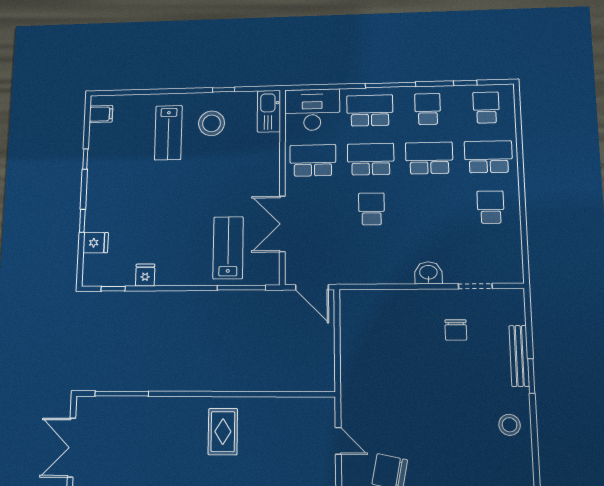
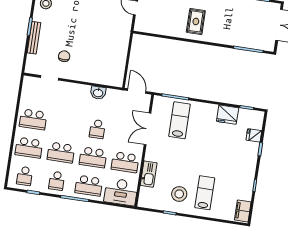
kitchen sink: (269, 111) -> (149, 174), moved
filing cabinet: (101, 114) -> (243, 211), width x2.00
school desk: (491, 207) -> (33, 119), width x1.85
double door: (282, 224) -> (148, 129), swing flipped
lab bench: (228, 248) -> (179, 120), turned 180
washbasin: (428, 273) -> (98, 93), moved
fridge: (145, 275) -> (228, 115), width x1.88, depth x1.34

